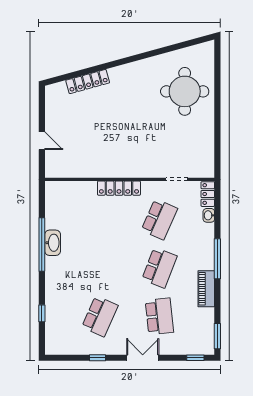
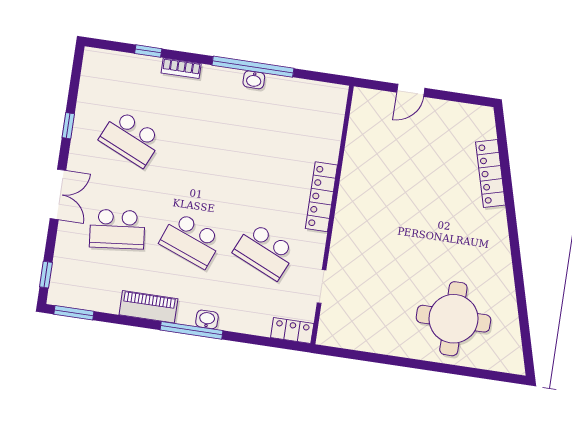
washbasin: (209, 215) -> (207, 319), moved
washbasin: (53, 243) -> (254, 80), width x0.52, depth x0.69
bookcase: (50, 291) -> (181, 68), added

